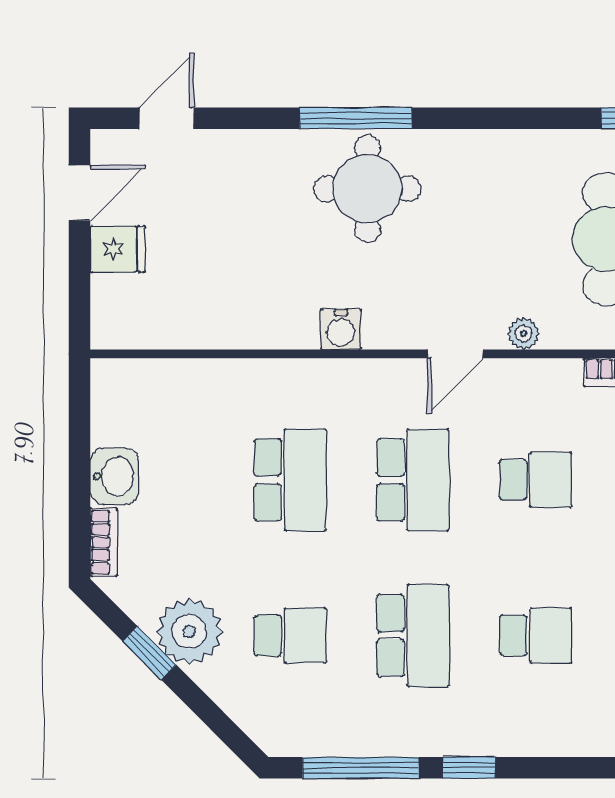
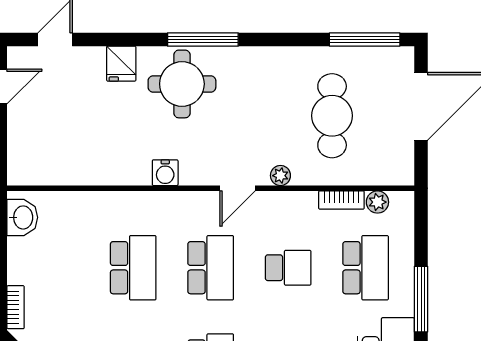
window: (356, 118) -> (203, 39), moved
fridge: (118, 249) -> (121, 64), moved, turned 90
washbasin: (114, 476) -> (22, 217), moved

